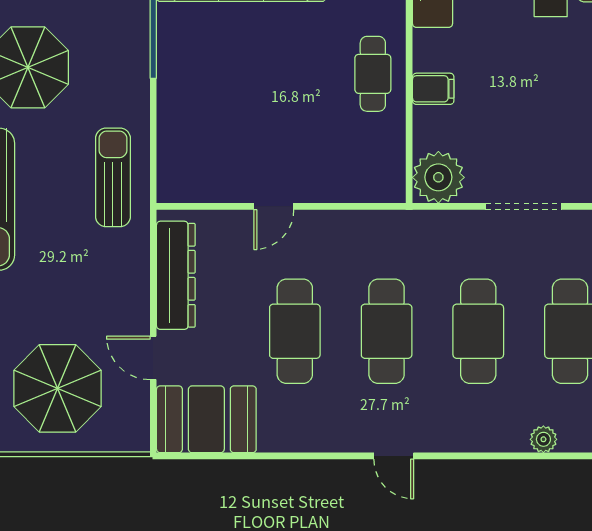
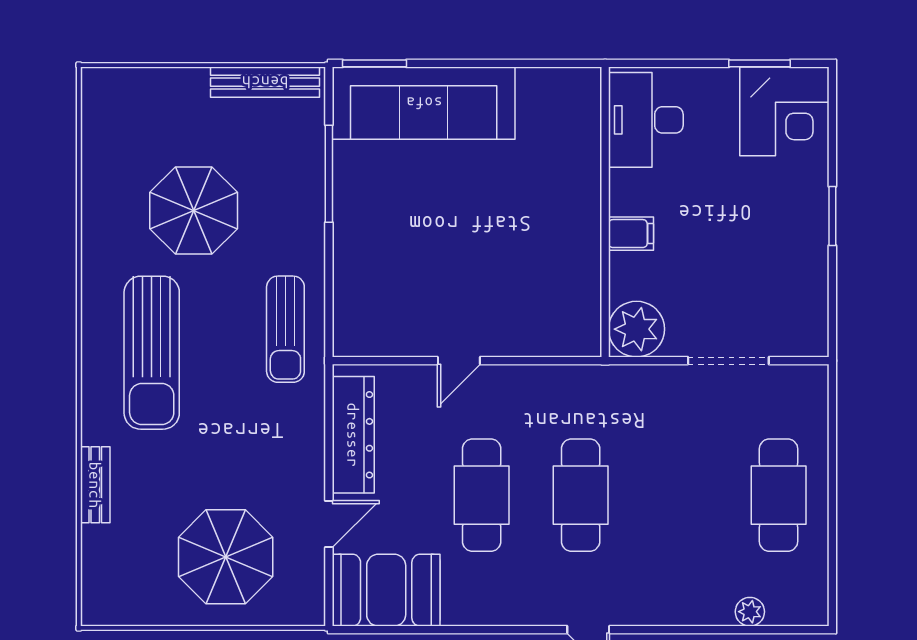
cafe table: (373, 74) -> (566, 217), removed
sun lounger: (113, 177) -> (285, 329), turned 180
cafe table: (478, 331) -> (680, 495), removed
door: (153, 358) -> (329, 524), swing flipped

